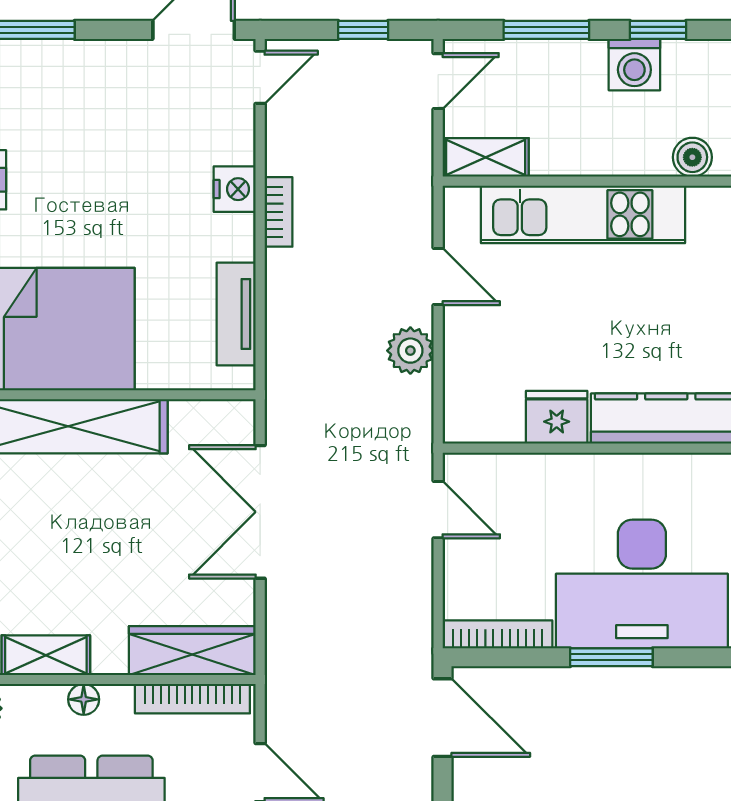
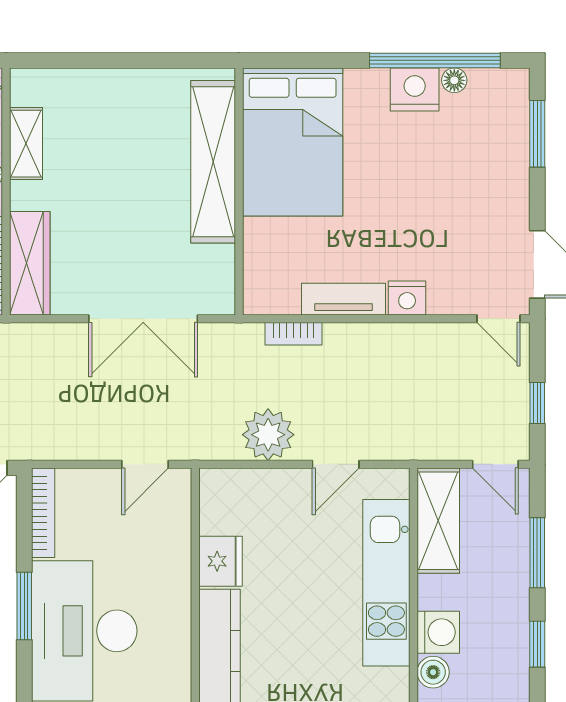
washing machine: (634, 65) -> (438, 632), moved, turned 180
shelving: (486, 157) -> (438, 521), width x1.50, depth x1.33
bookcase: (278, 212) -> (293, 334), moved
tv unit: (236, 314) -> (344, 299), moved
plant: (410, 351) -> (268, 435), width x1.36, depth x1.36
double door: (260, 512) -> (143, 319), swing flipped

